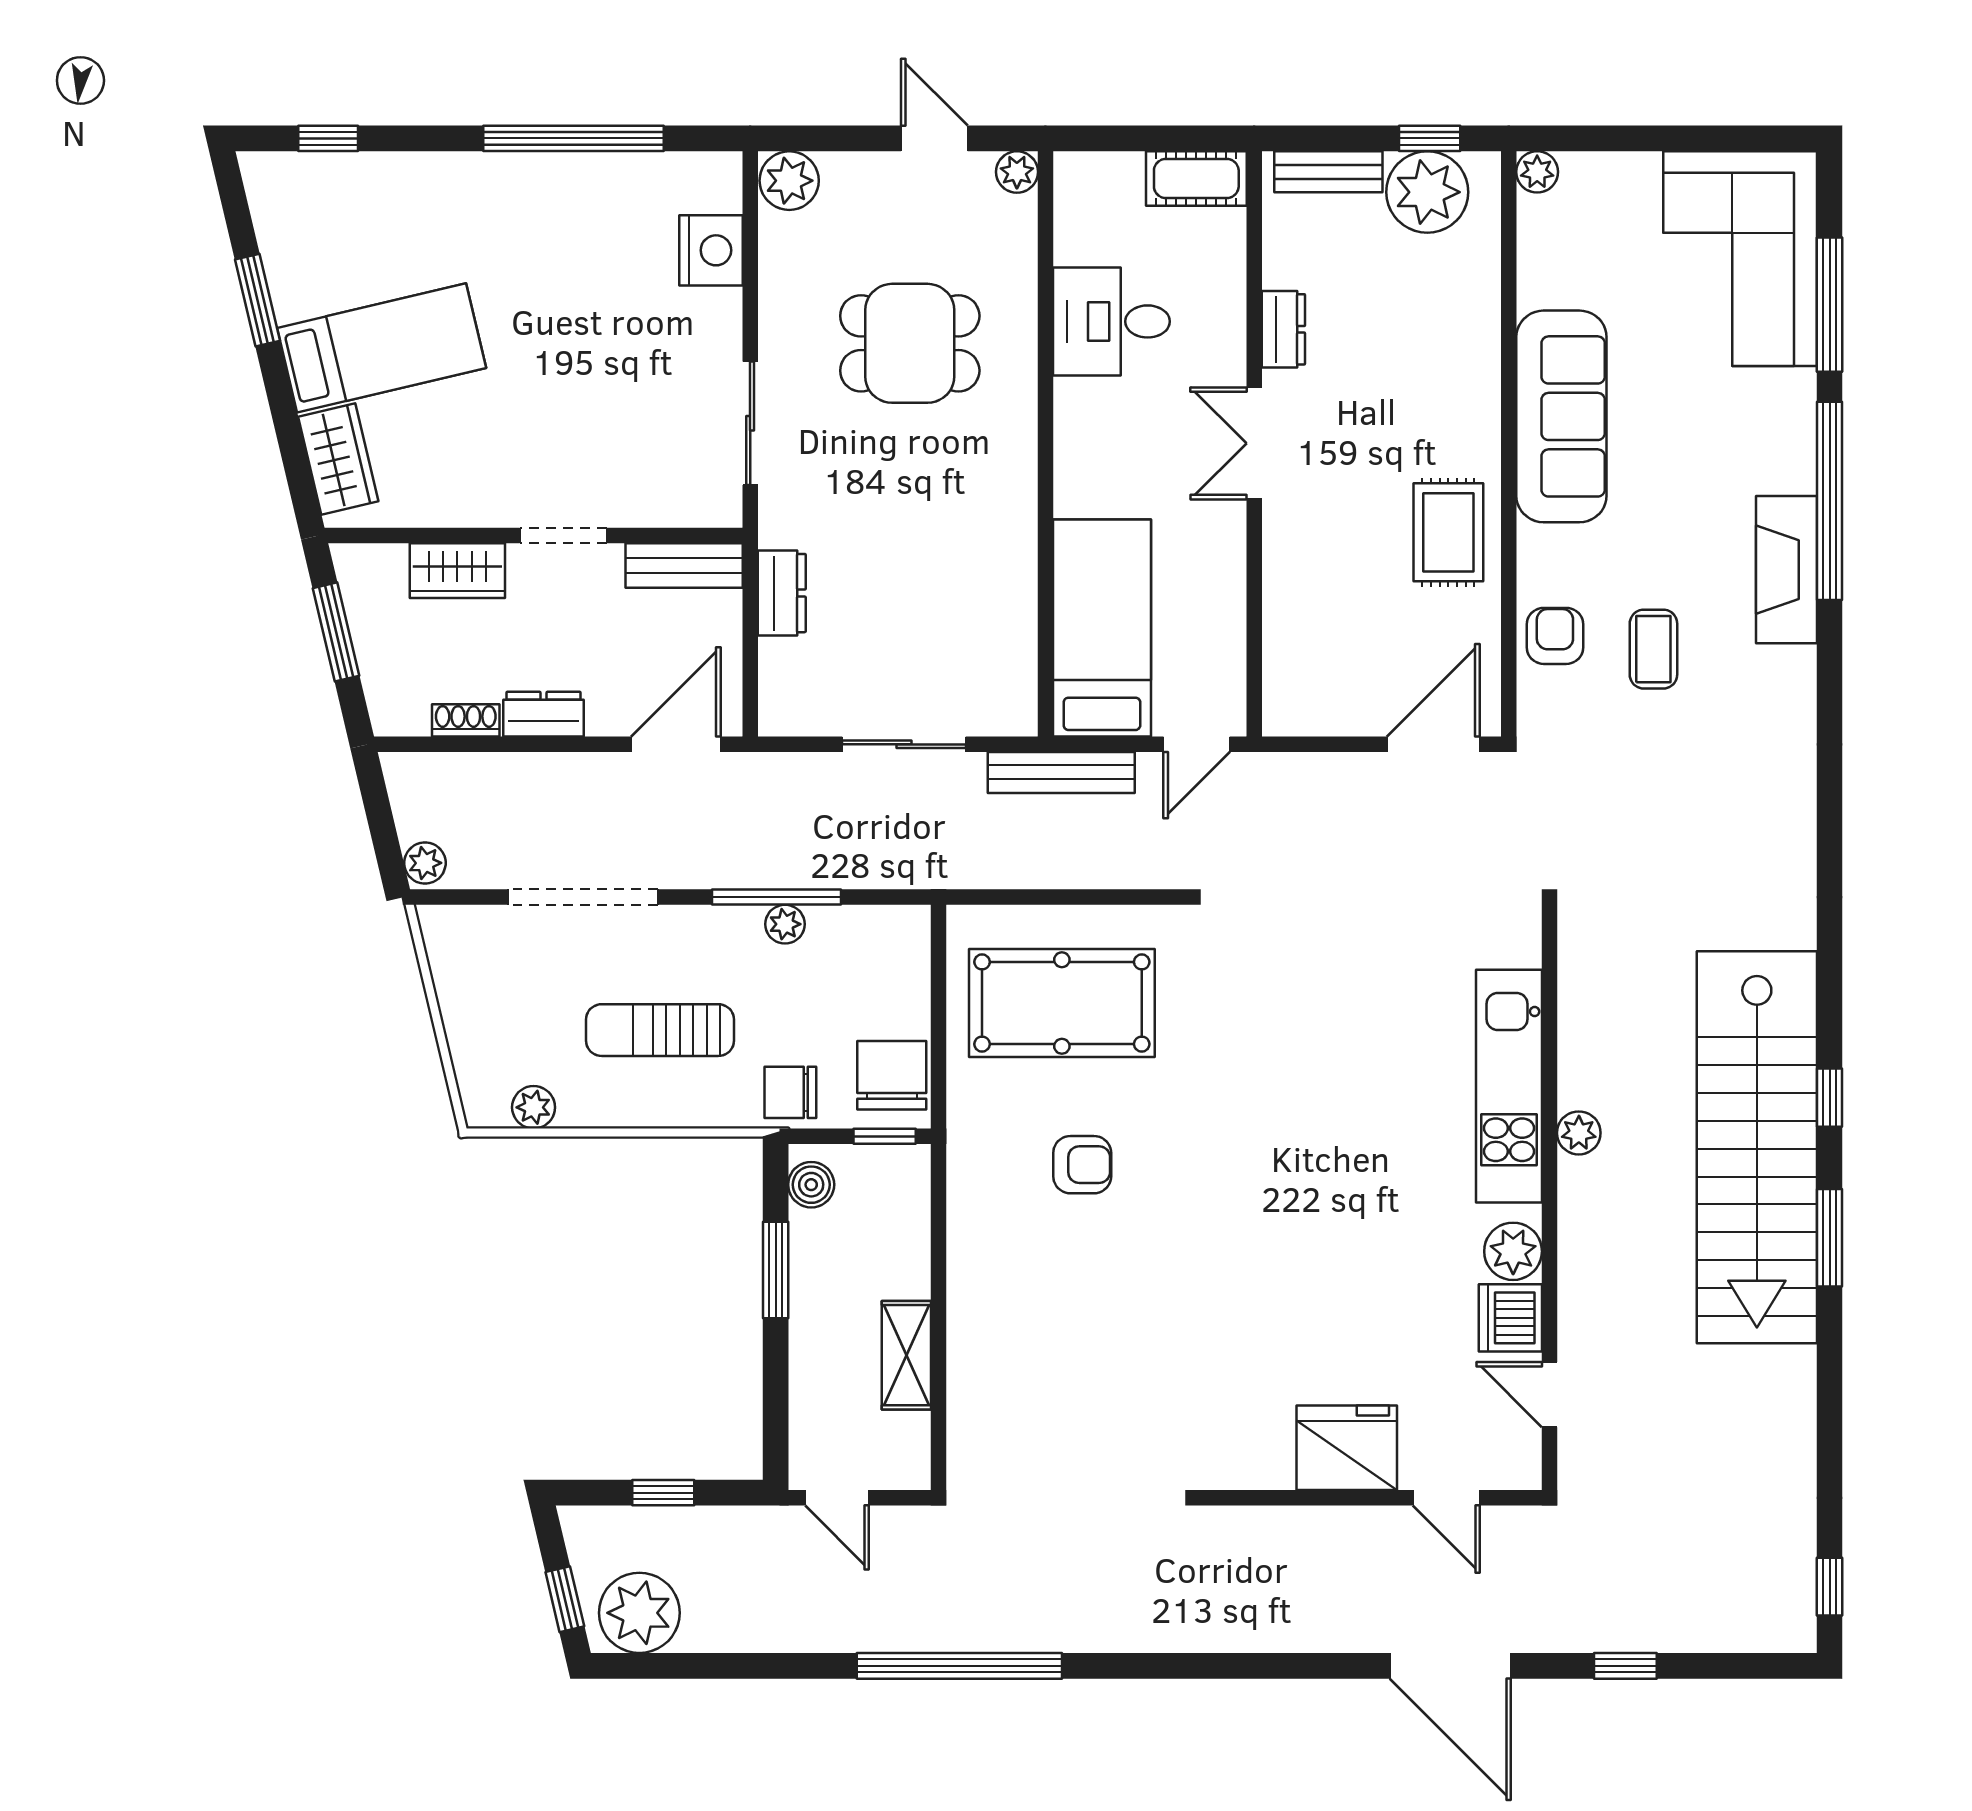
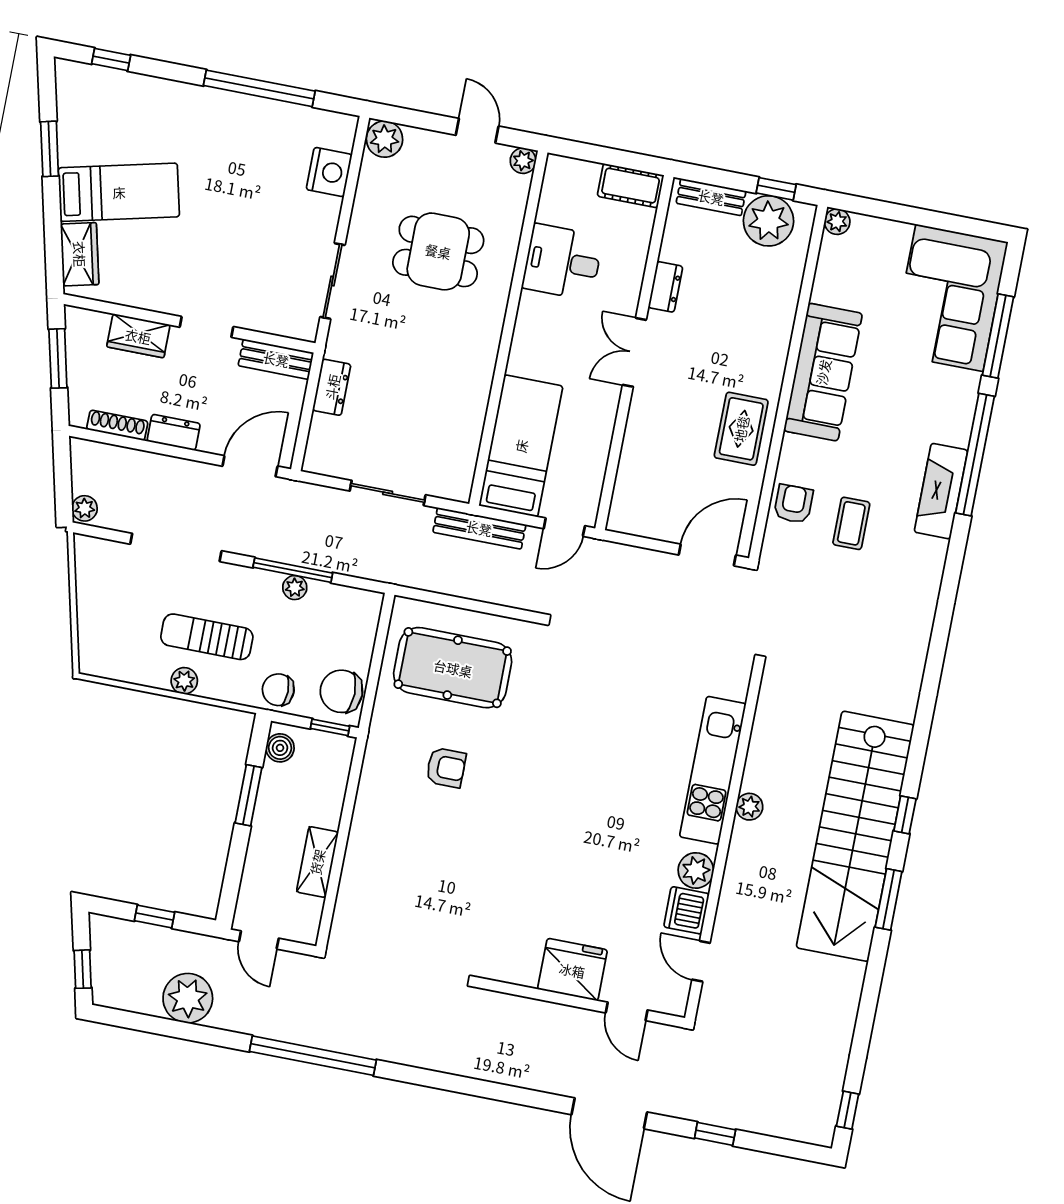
shoe rack: (466, 720) -> (117, 425), width x1.43
chair: (892, 1075) -> (341, 691), turned -90
plant: (534, 1107) -> (184, 681), moved
plant: (639, 1613) -> (188, 998), moved

